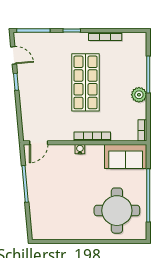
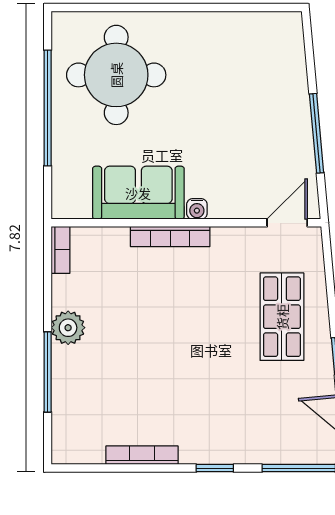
shop shelf: (86, 82) -> (282, 317), moved, width x0.70, depth x0.74
sofa: (126, 157) -> (138, 193), moved

